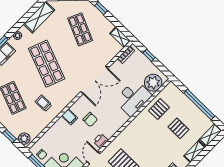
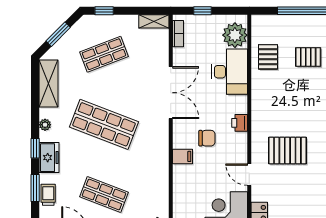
shop shelf: (80, 29) -> (104, 54), turned -45
trolley: (43, 103) -> (141, 169), removed
printer: (101, 141) -> (240, 123), moved

